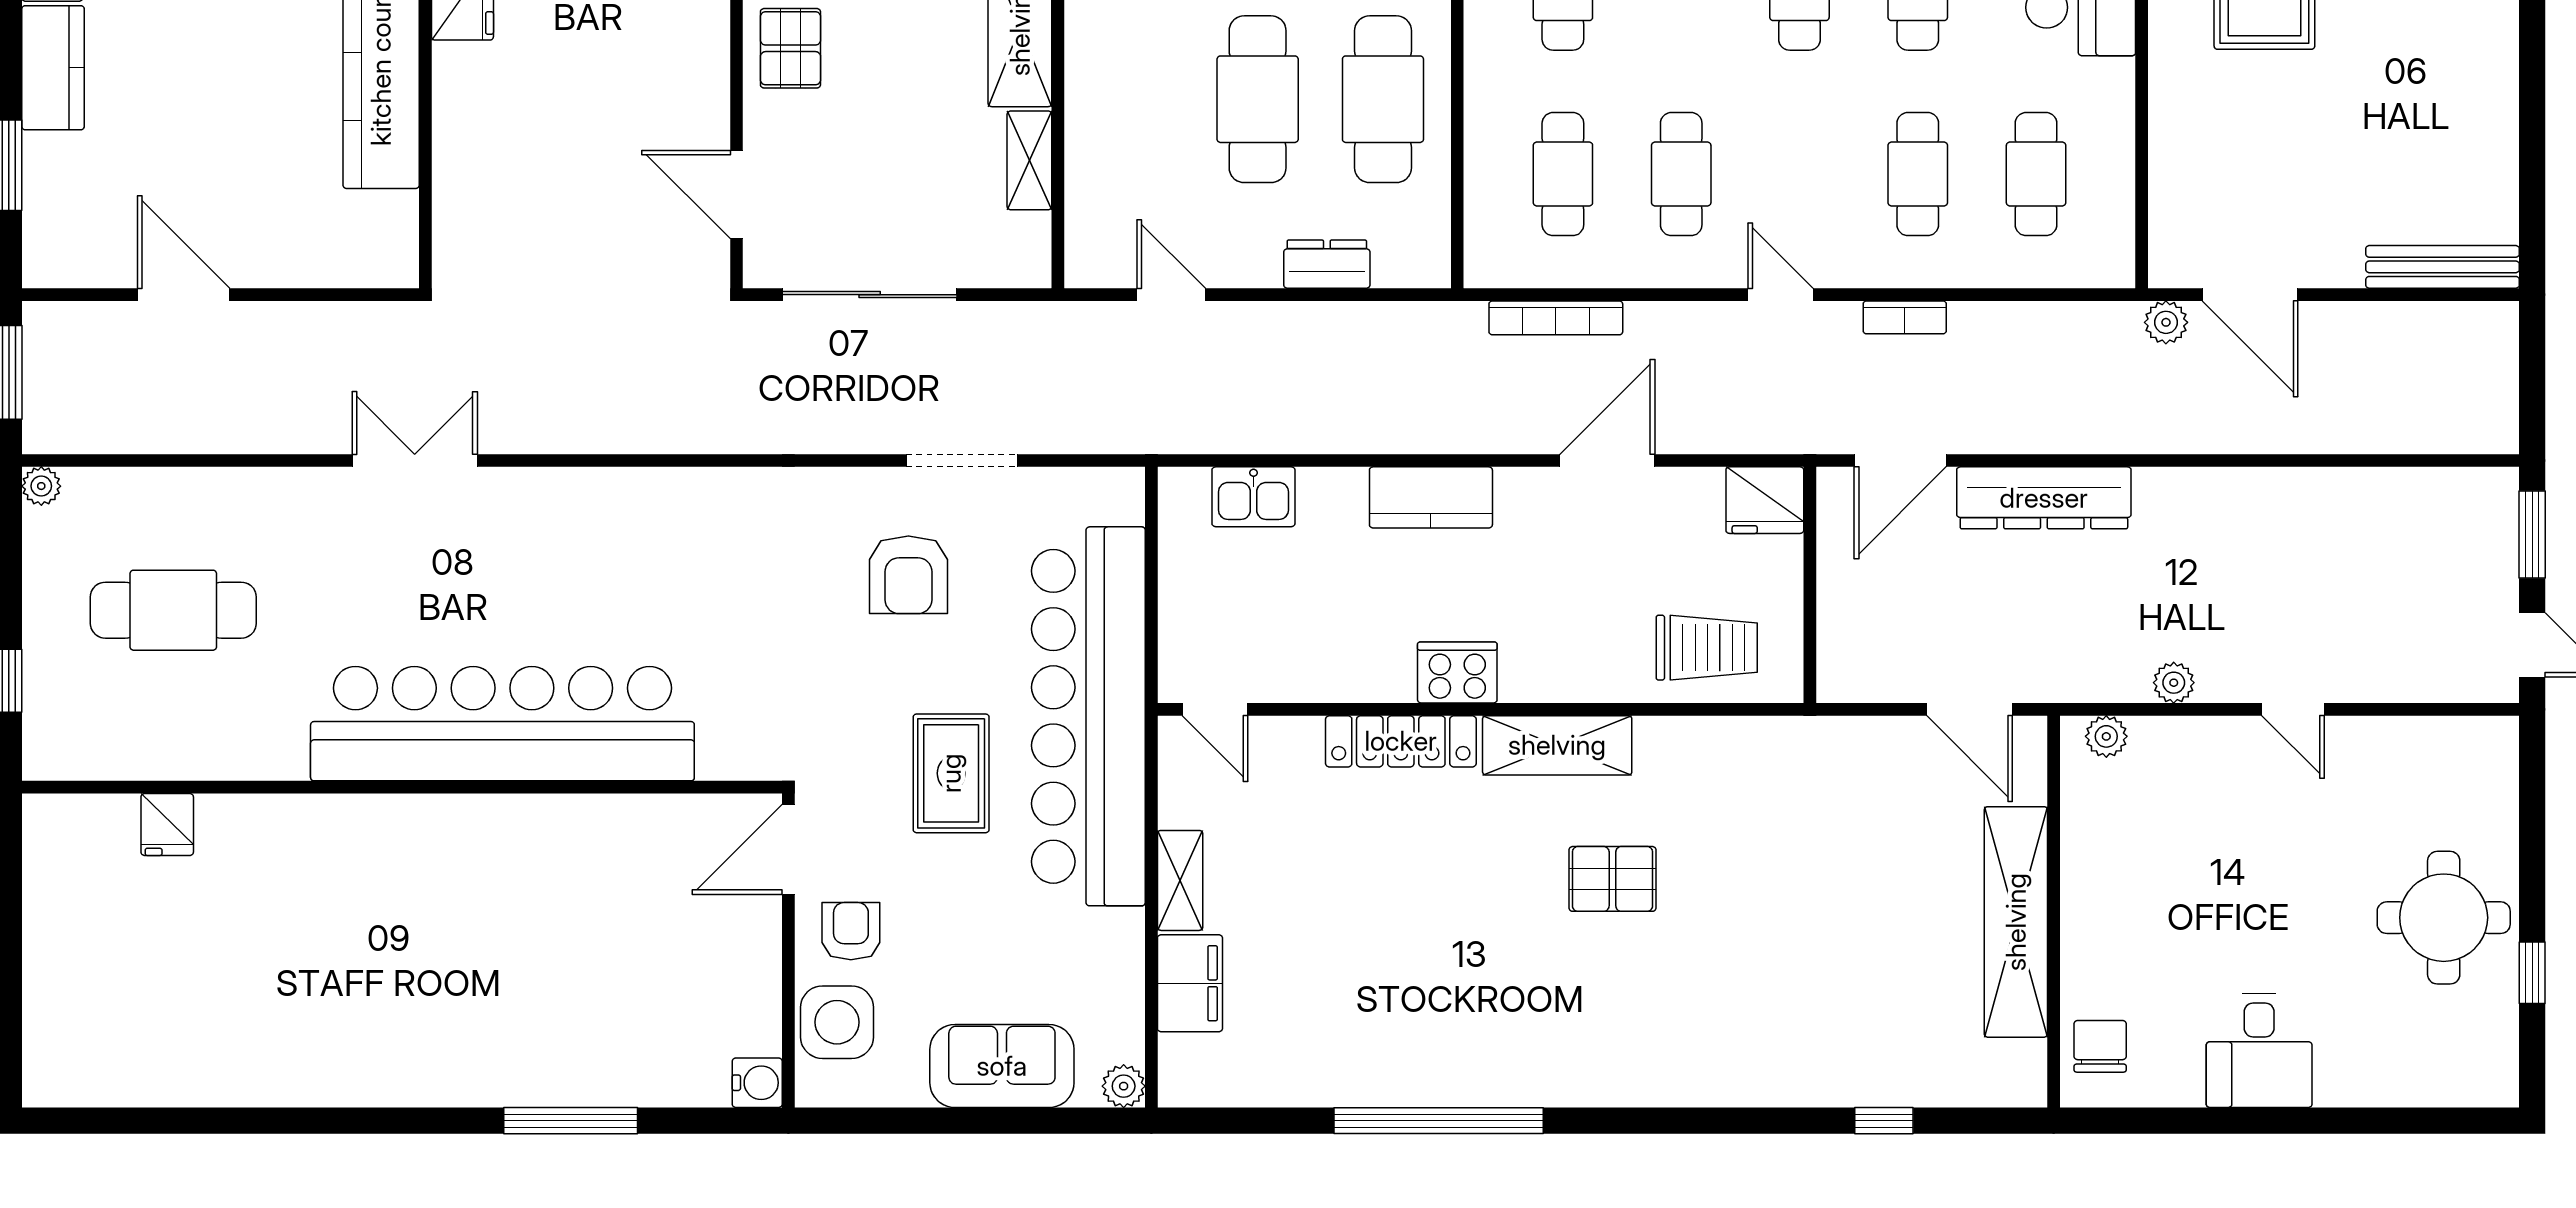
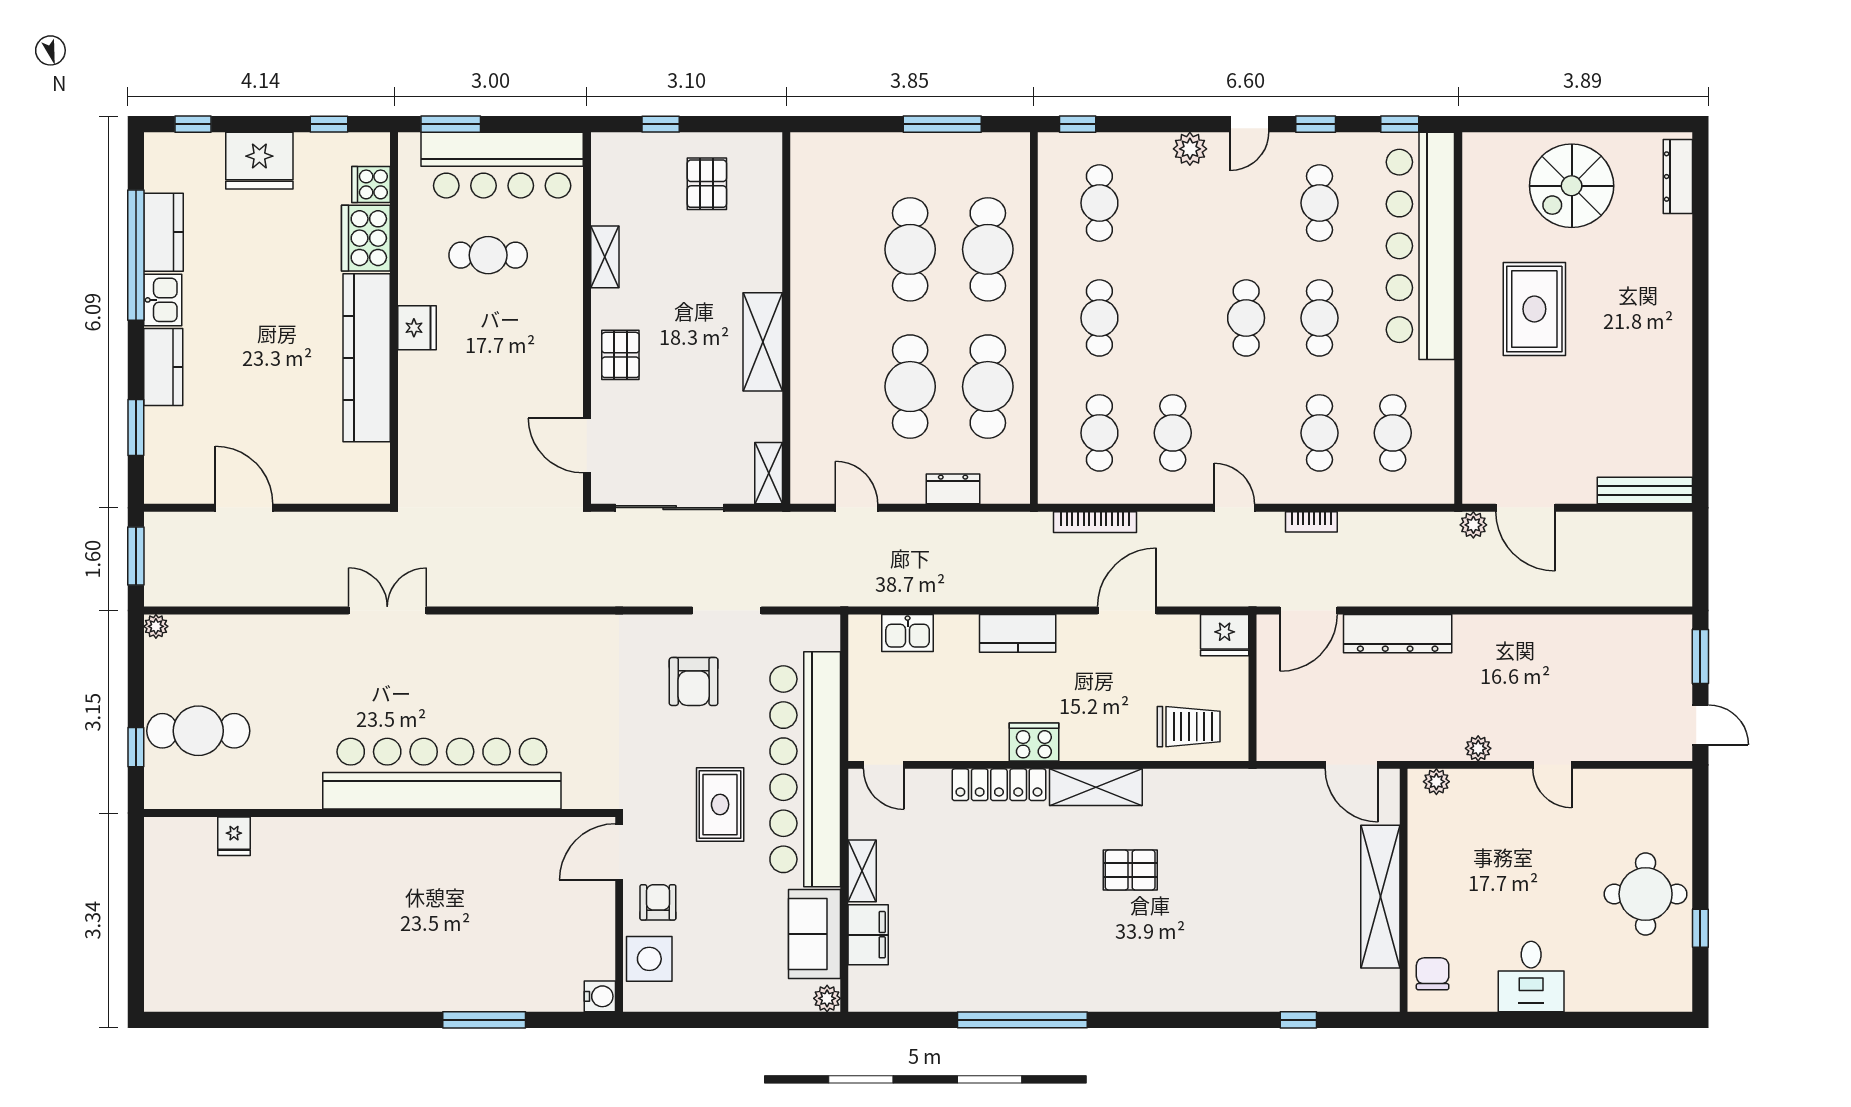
shelving: (1029, 160) -> (769, 473), moved
cafe table: (173, 610) -> (198, 731), moved
sofa: (1002, 1066) -> (815, 934), moved, turned -90

